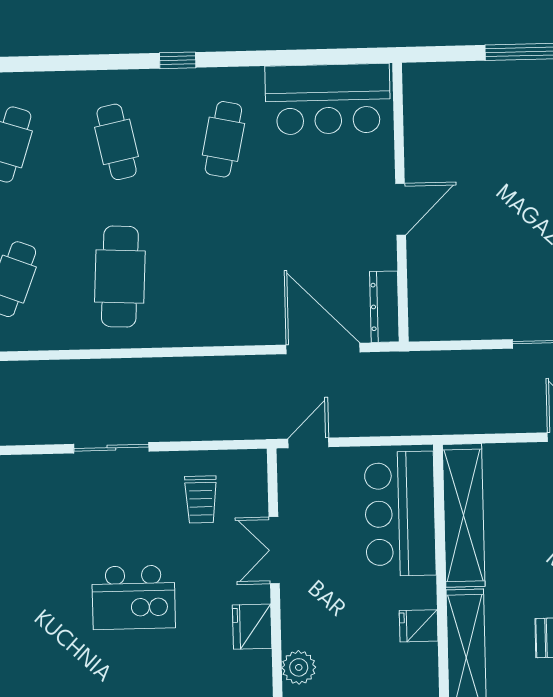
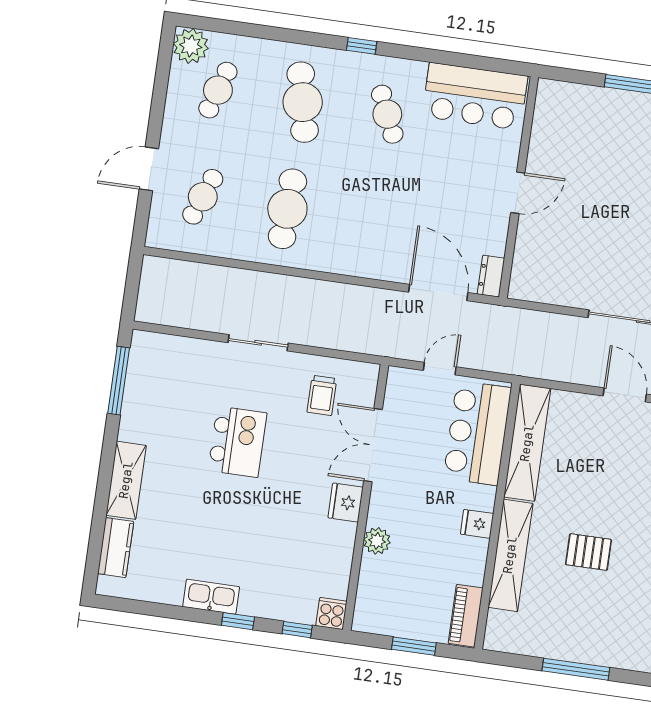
cafe table: (223, 139) -> (387, 114), turned -36
cafe table: (117, 142) -> (303, 102), width x1.37, depth x1.35
dresser: (384, 307) -> (491, 276), width x0.70
door: (308, 443) -> (440, 369), moved
double door: (274, 550) -> (373, 445), width x1.37
kitchen island: (134, 597) -> (237, 442), moved, turned -90

